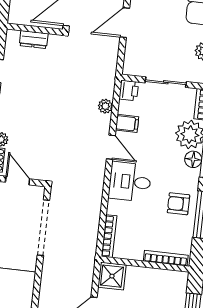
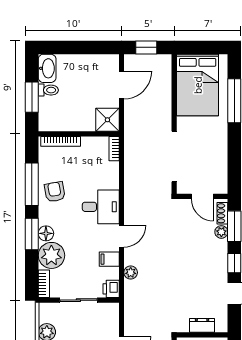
door: (111, 147) -> (122, 236), swing flipped
armchair: (178, 204) -> (55, 192), turned -100
bookcase: (109, 236) -> (114, 149), width x0.64

